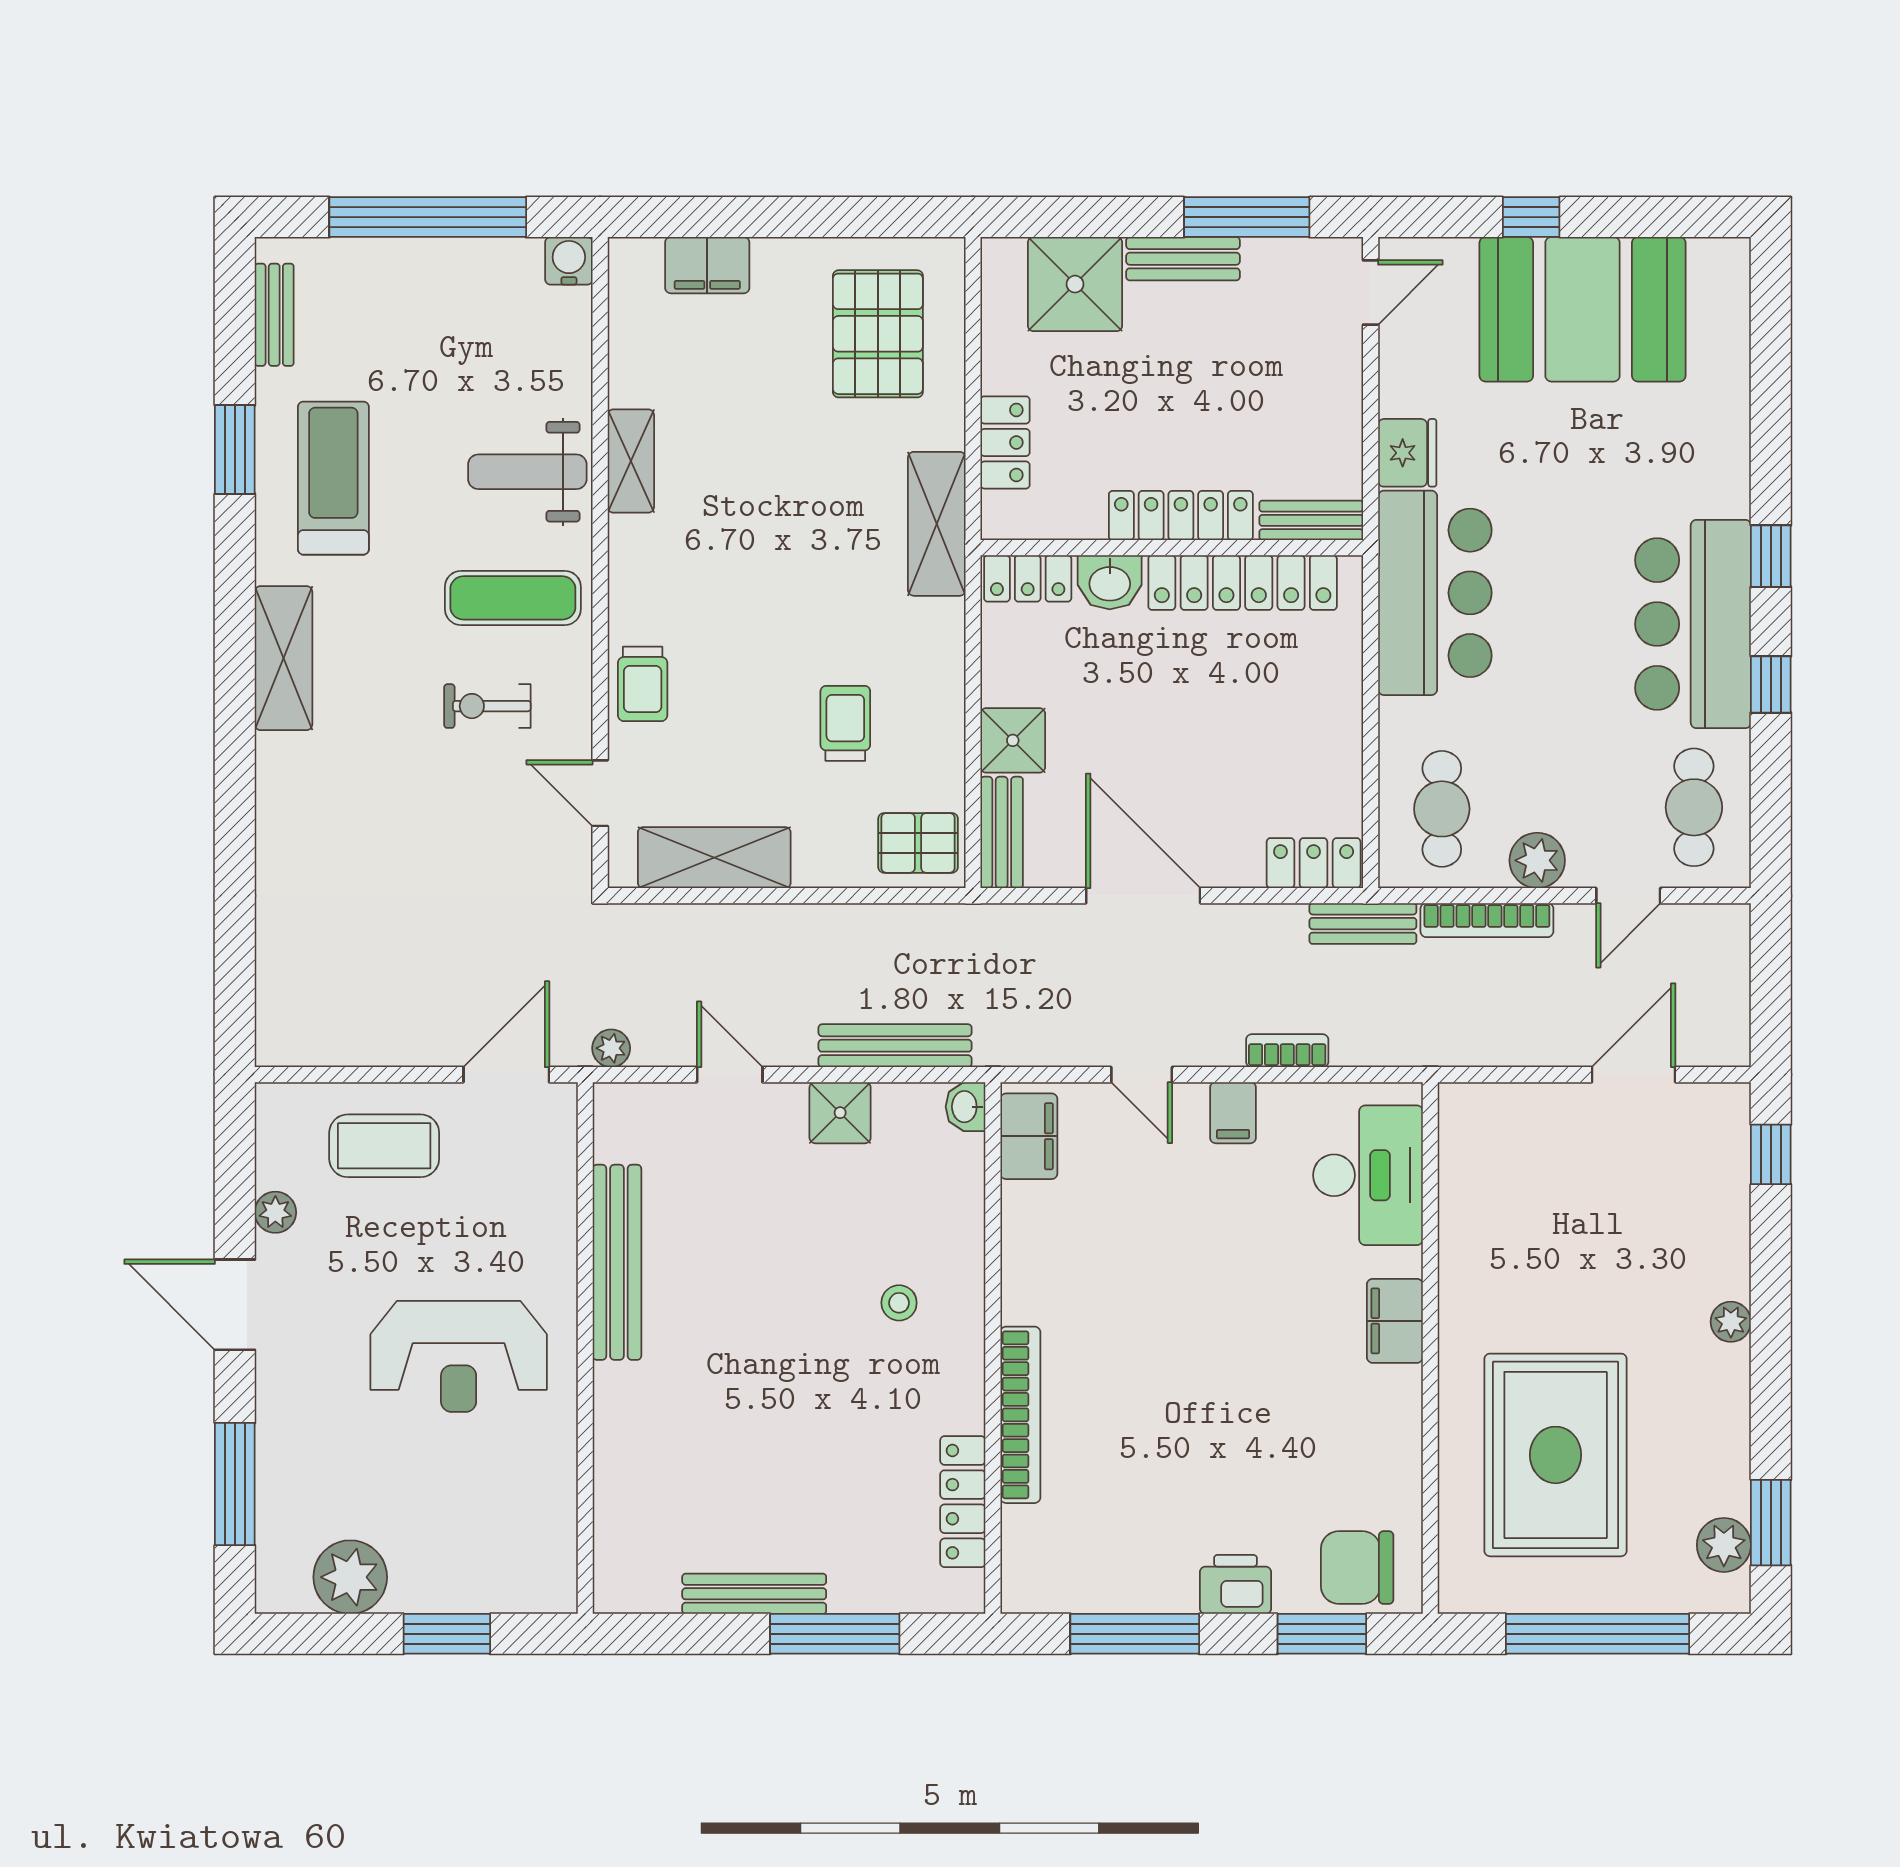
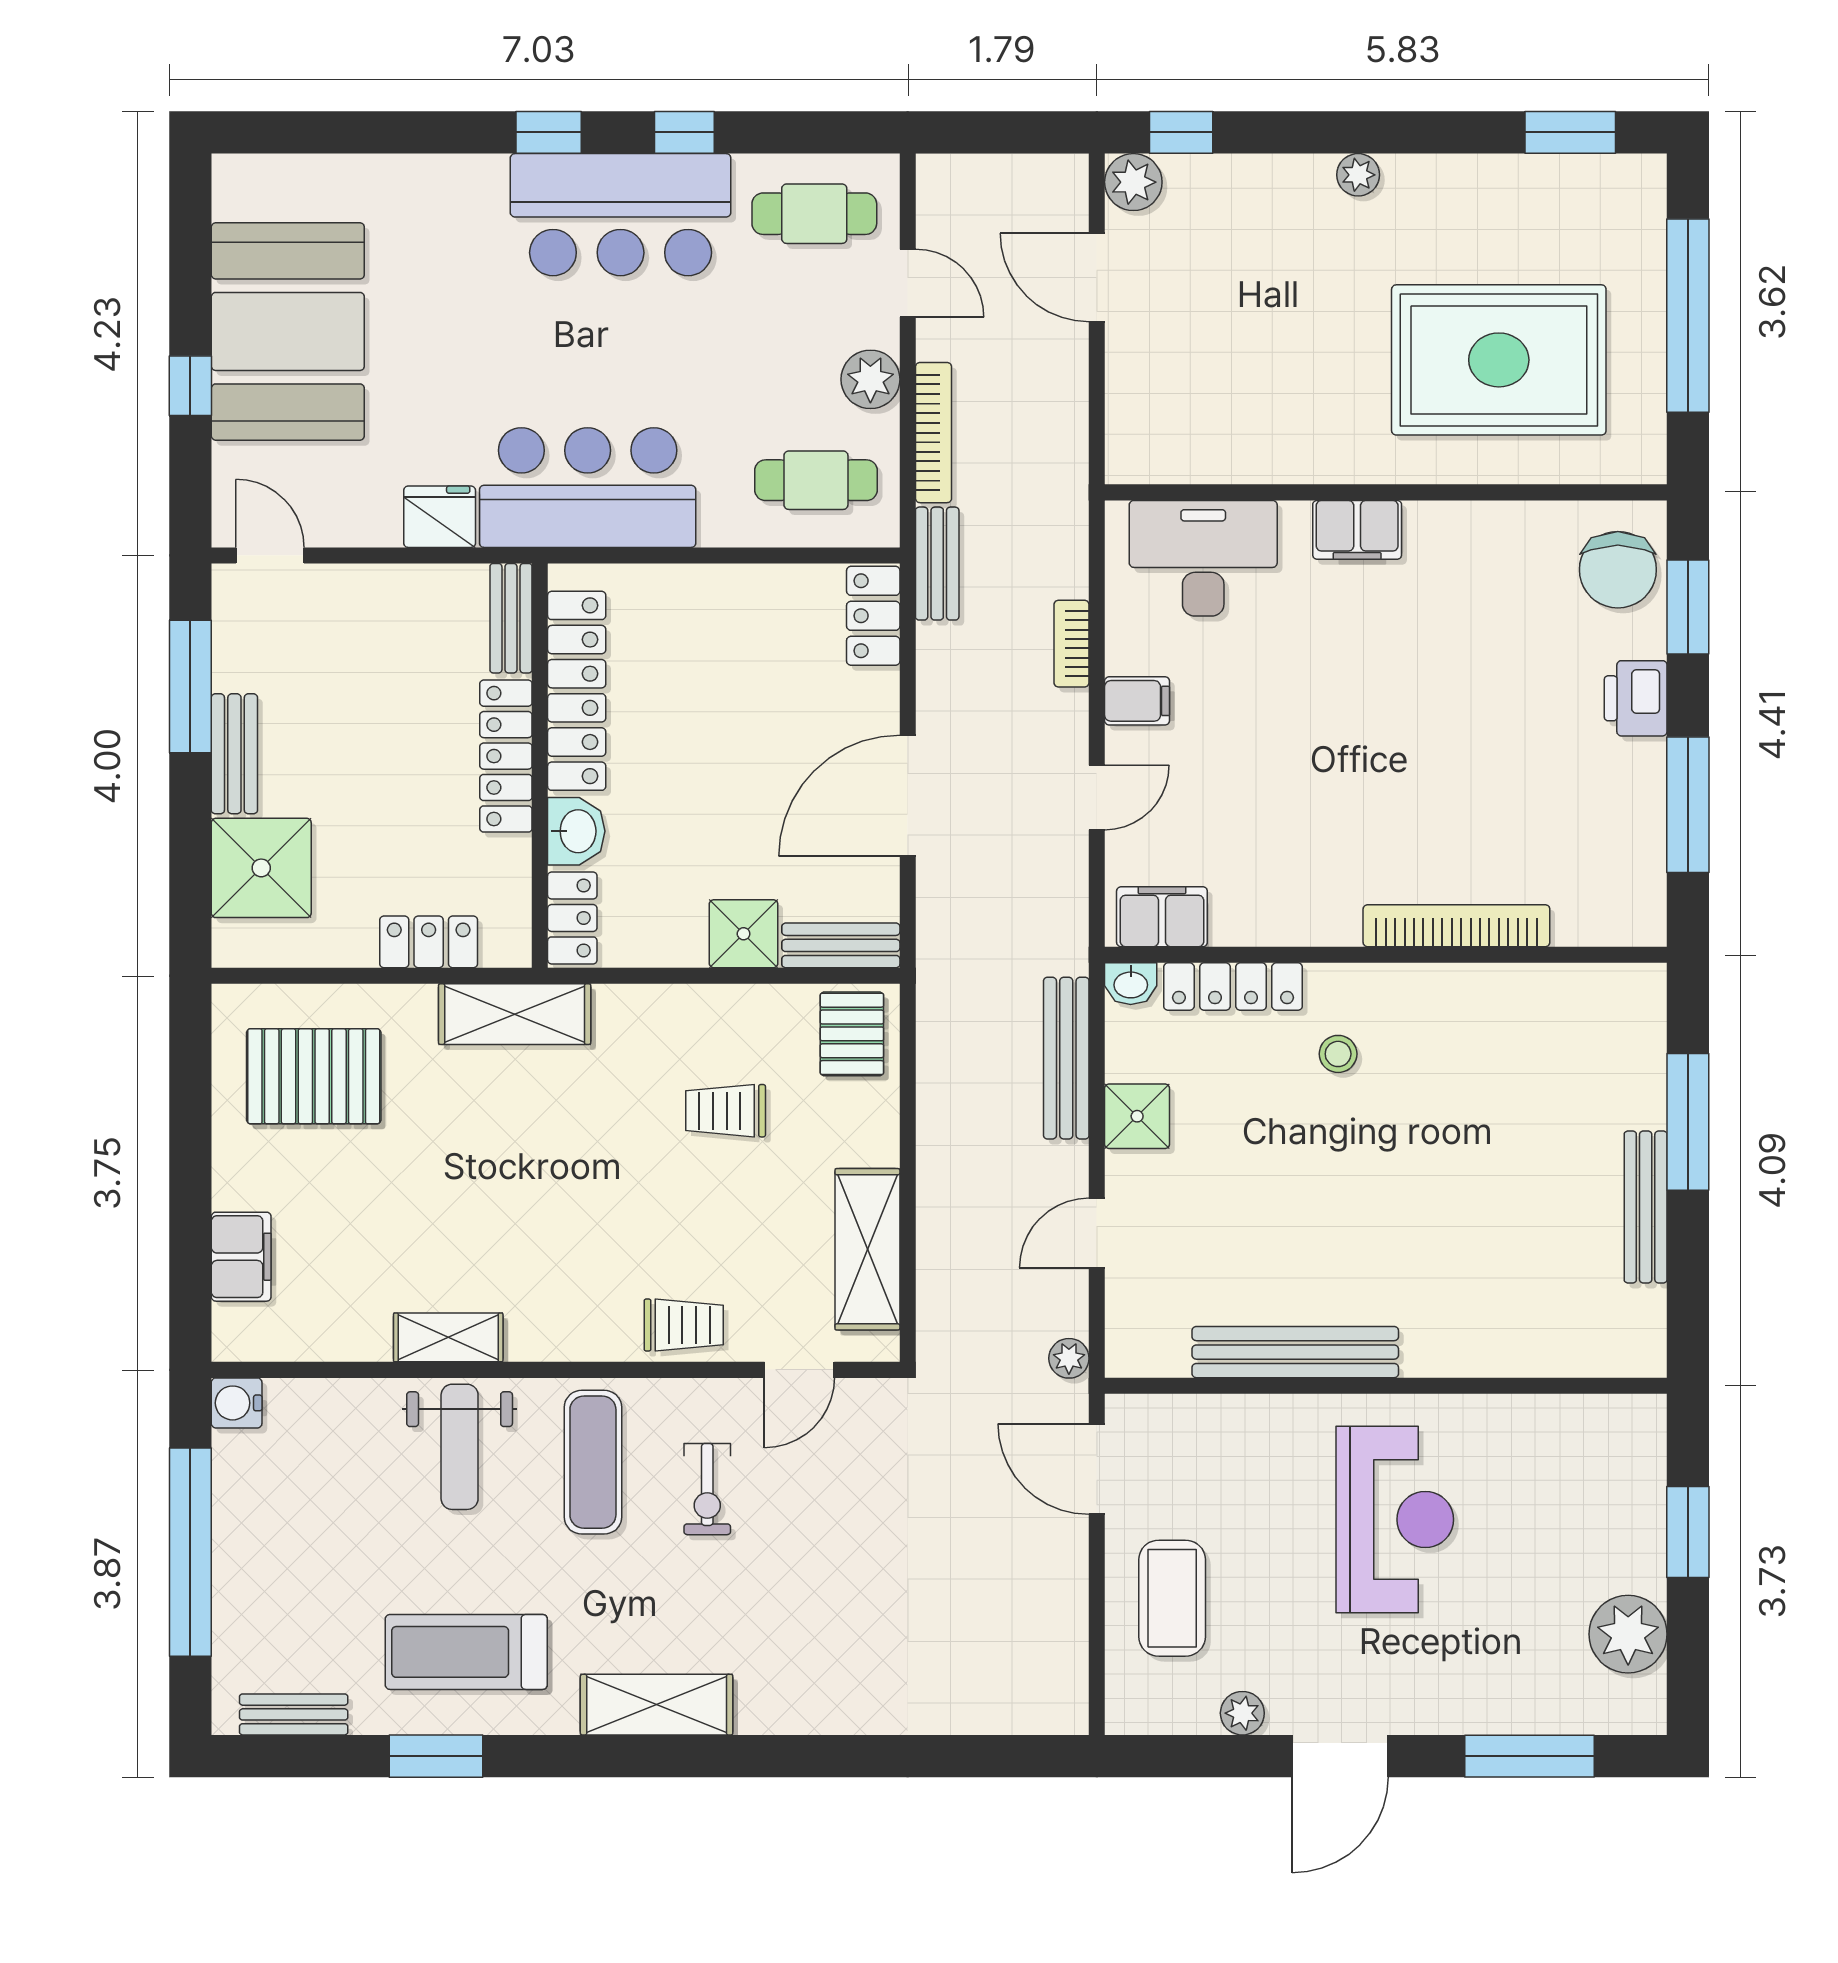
locker: (963, 1502) -> (1233, 987), moved
plant: (1724, 1545) -> (1133, 182), moved

